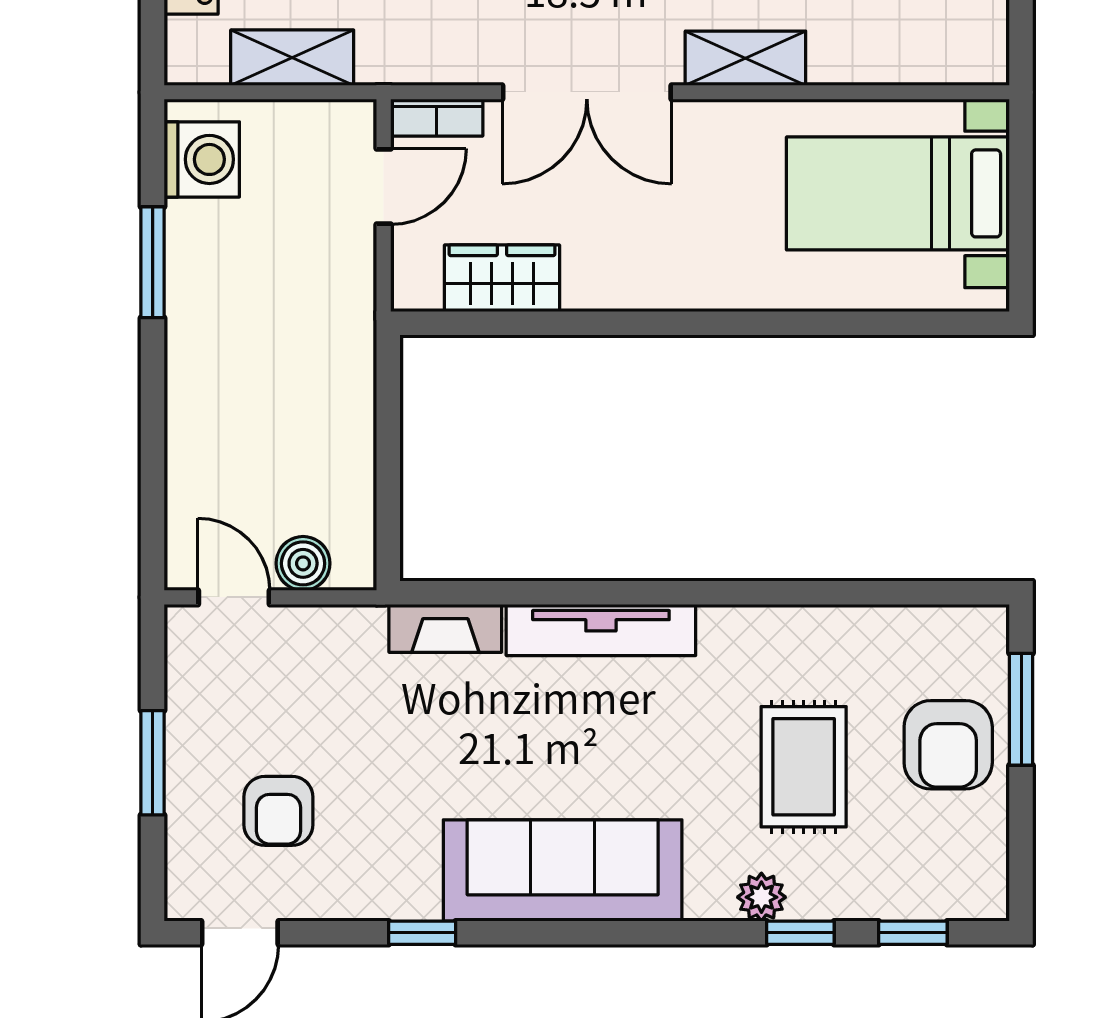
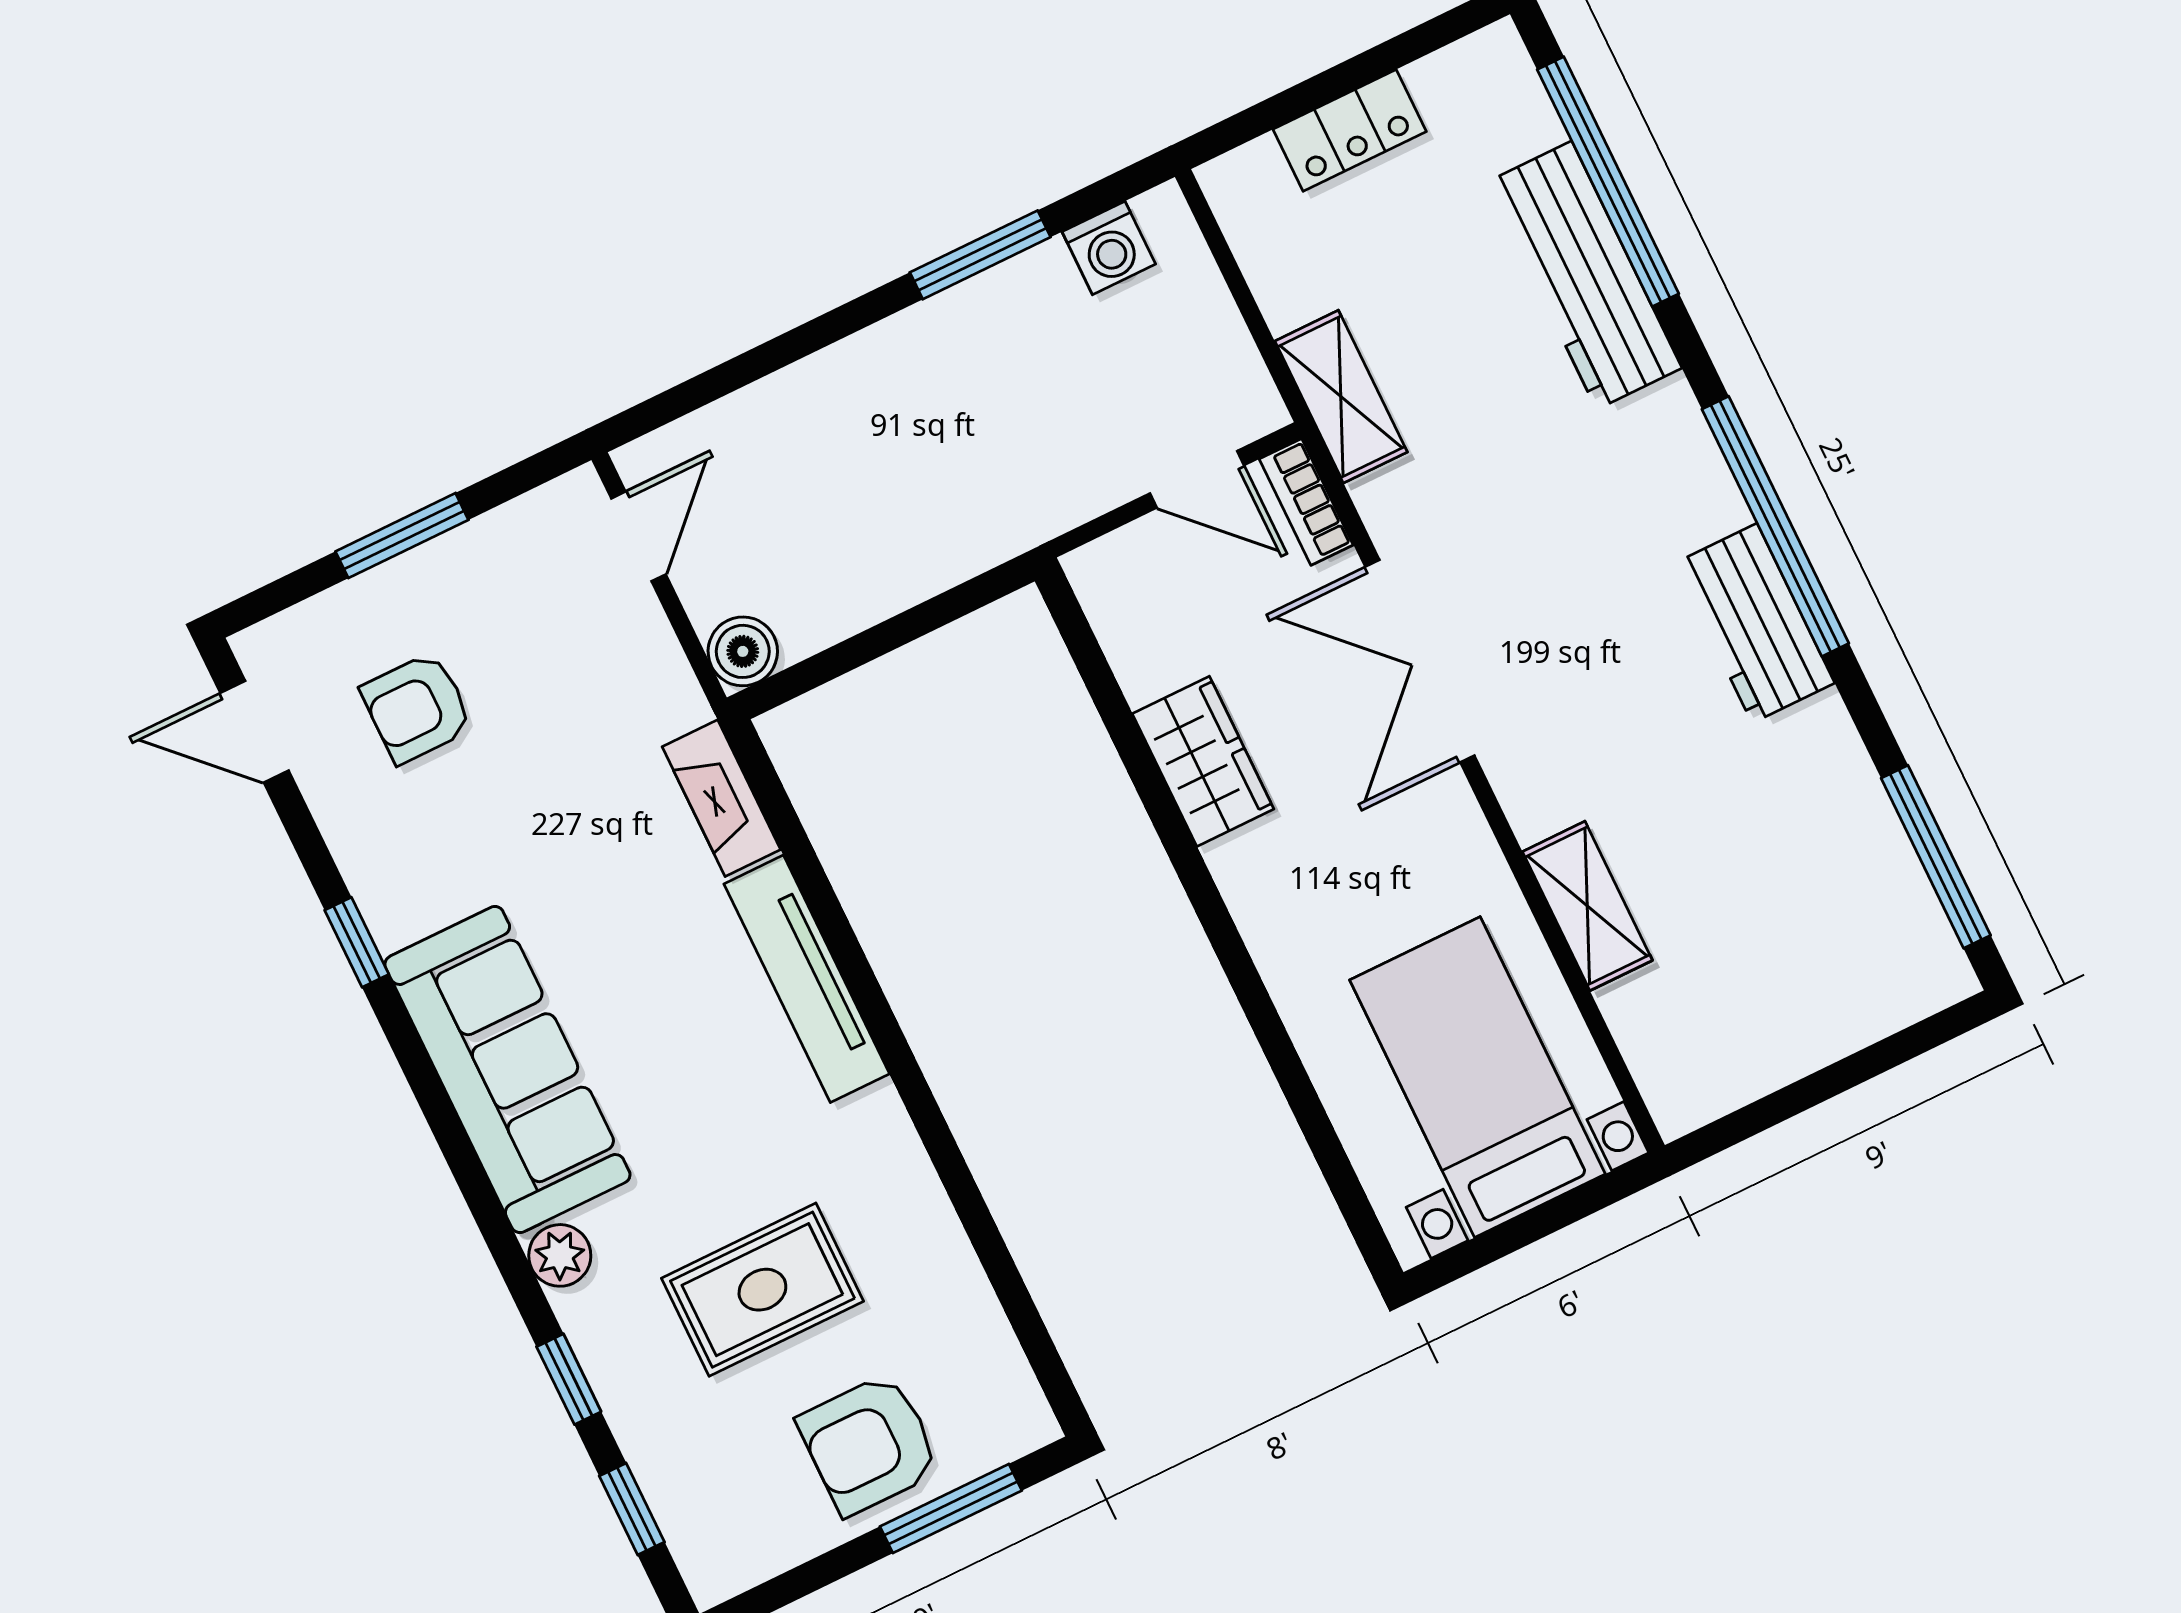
shelving: (292, 58) -> (1341, 397), moved
shelving: (745, 58) -> (1587, 906), moved
washing machine: (202, 159) -> (1109, 248), width x0.73, depth x0.73
wardrobe: (502, 278) -> (1203, 761), moved
boiler: (303, 563) -> (743, 651), moved
plant: (761, 897) -> (560, 1255), moved

